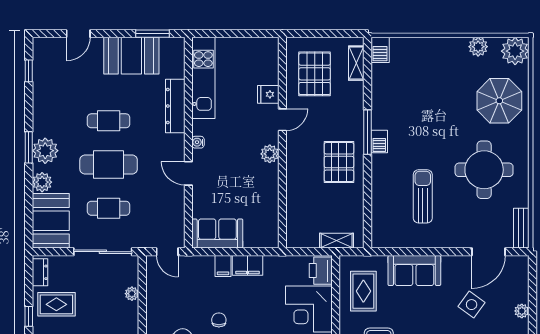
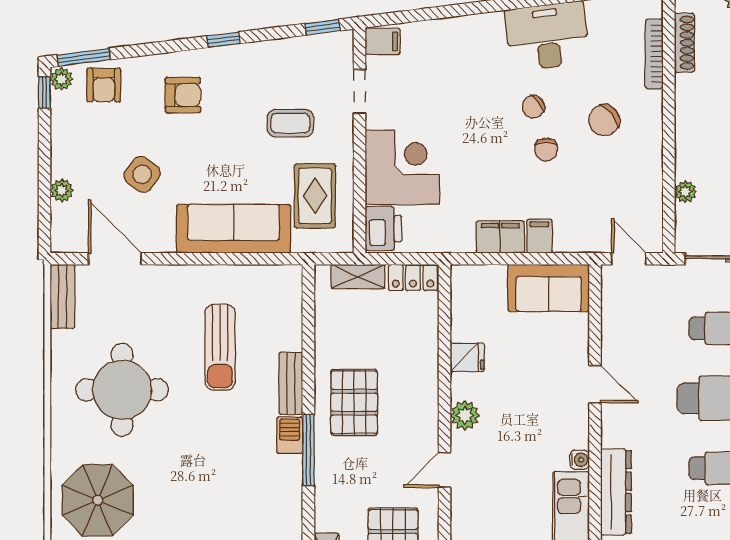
fridge: (268, 94) -> (467, 357), moved
water cooler: (198, 142) -> (580, 460), moved
bench: (379, 174) -> (291, 383), added
locker: (302, 240) -> (413, 278), added
door: (489, 252) -> (115, 259), hinge flipped
sofa: (414, 270) -> (233, 229), width x1.36
plant: (522, 311) -> (62, 190), moved

